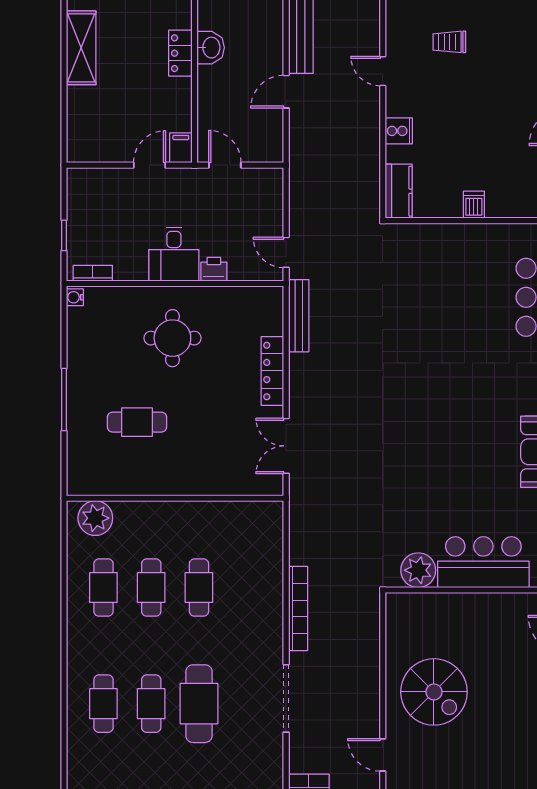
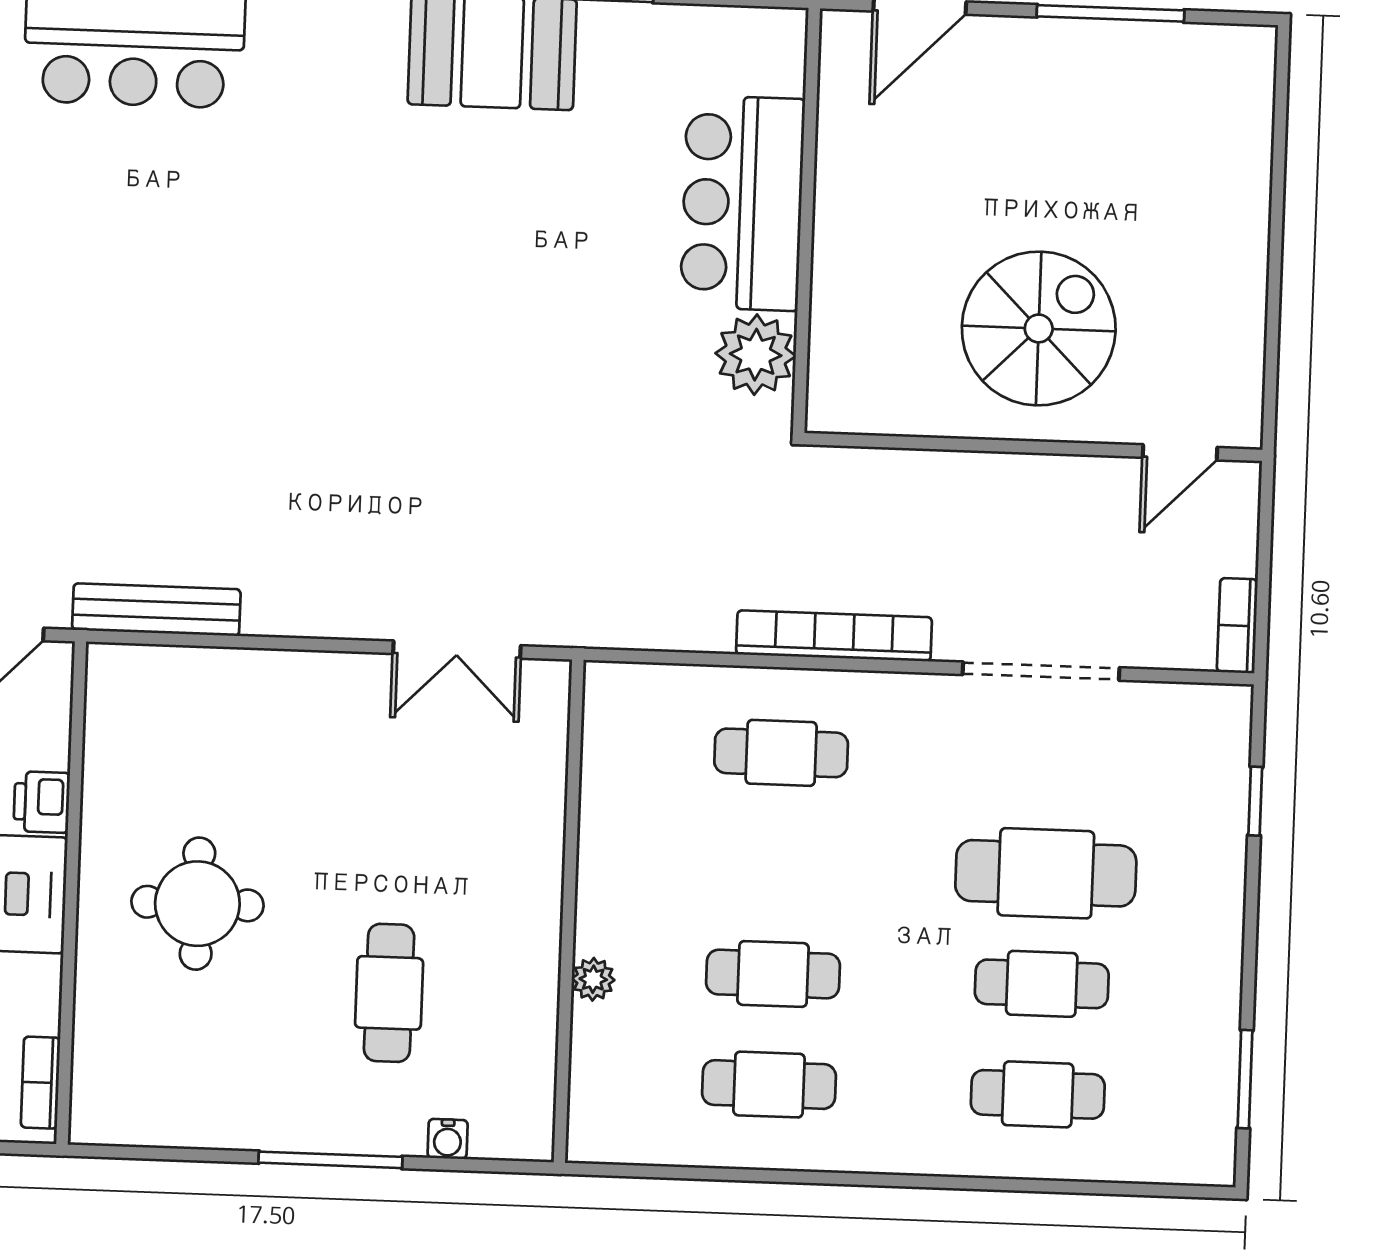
water cooler: (75, 297) -> (448, 1139), moved
locker: (272, 371) -> (282, 675), removed
plant: (95, 518) -> (593, 979), moved, width x0.53, depth x0.53
cafe table: (199, 588) -> (781, 753), moved

